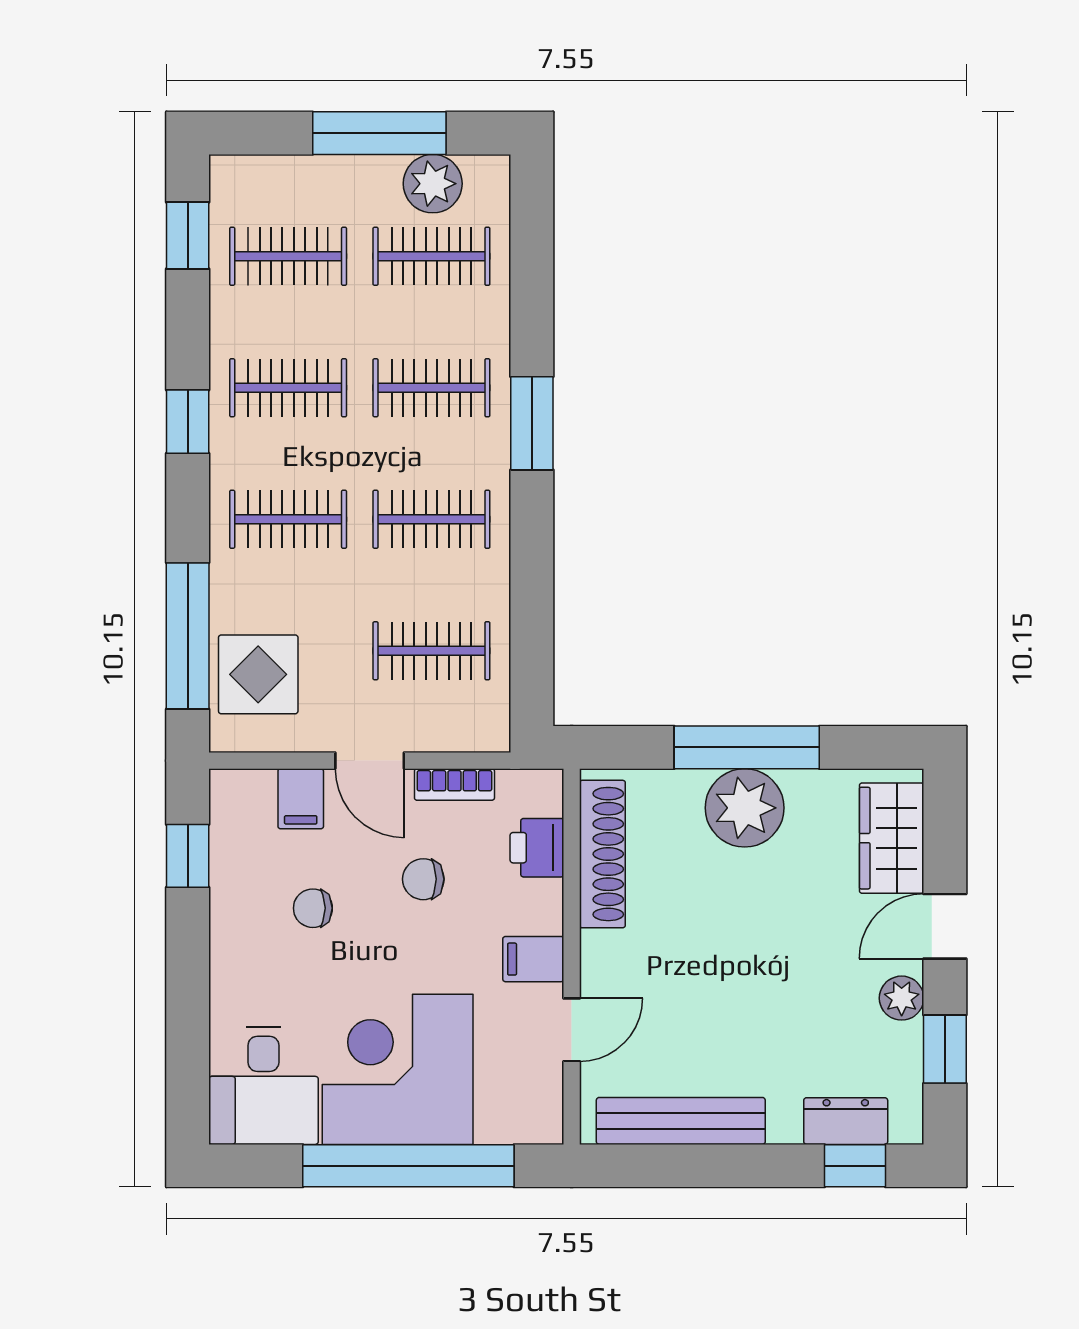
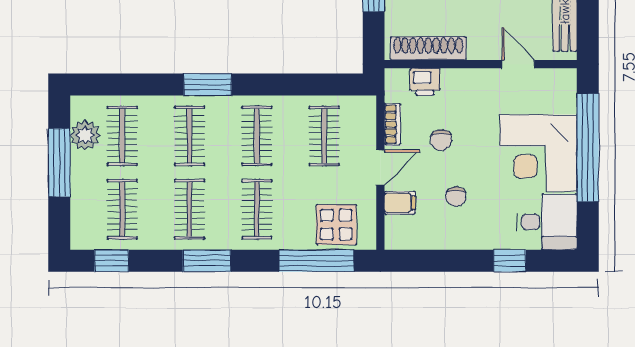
window: (188, 422) -> (207, 261), width x1.50
window: (188, 856) -> (510, 261), moved
filing cabinet: (533, 959) -> (482, 84), removed

